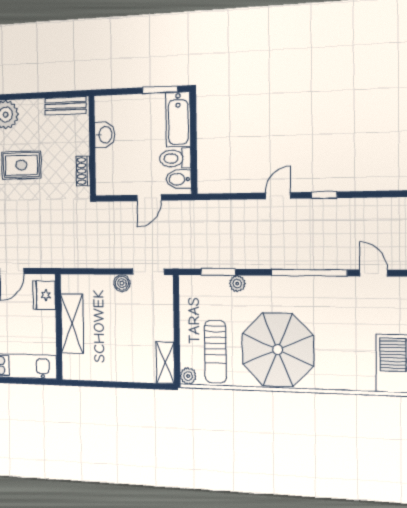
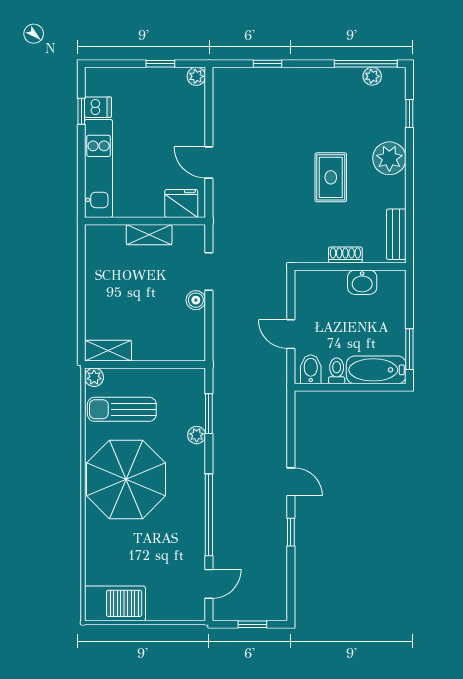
toilet: (175, 158) -> (337, 371), width x0.73, depth x0.72
shoe rack: (83, 171) -> (345, 255), moved
doorway: (148, 272) -> (209, 272), moved
shelving: (72, 324) -> (149, 235), width x0.67, depth x0.75

